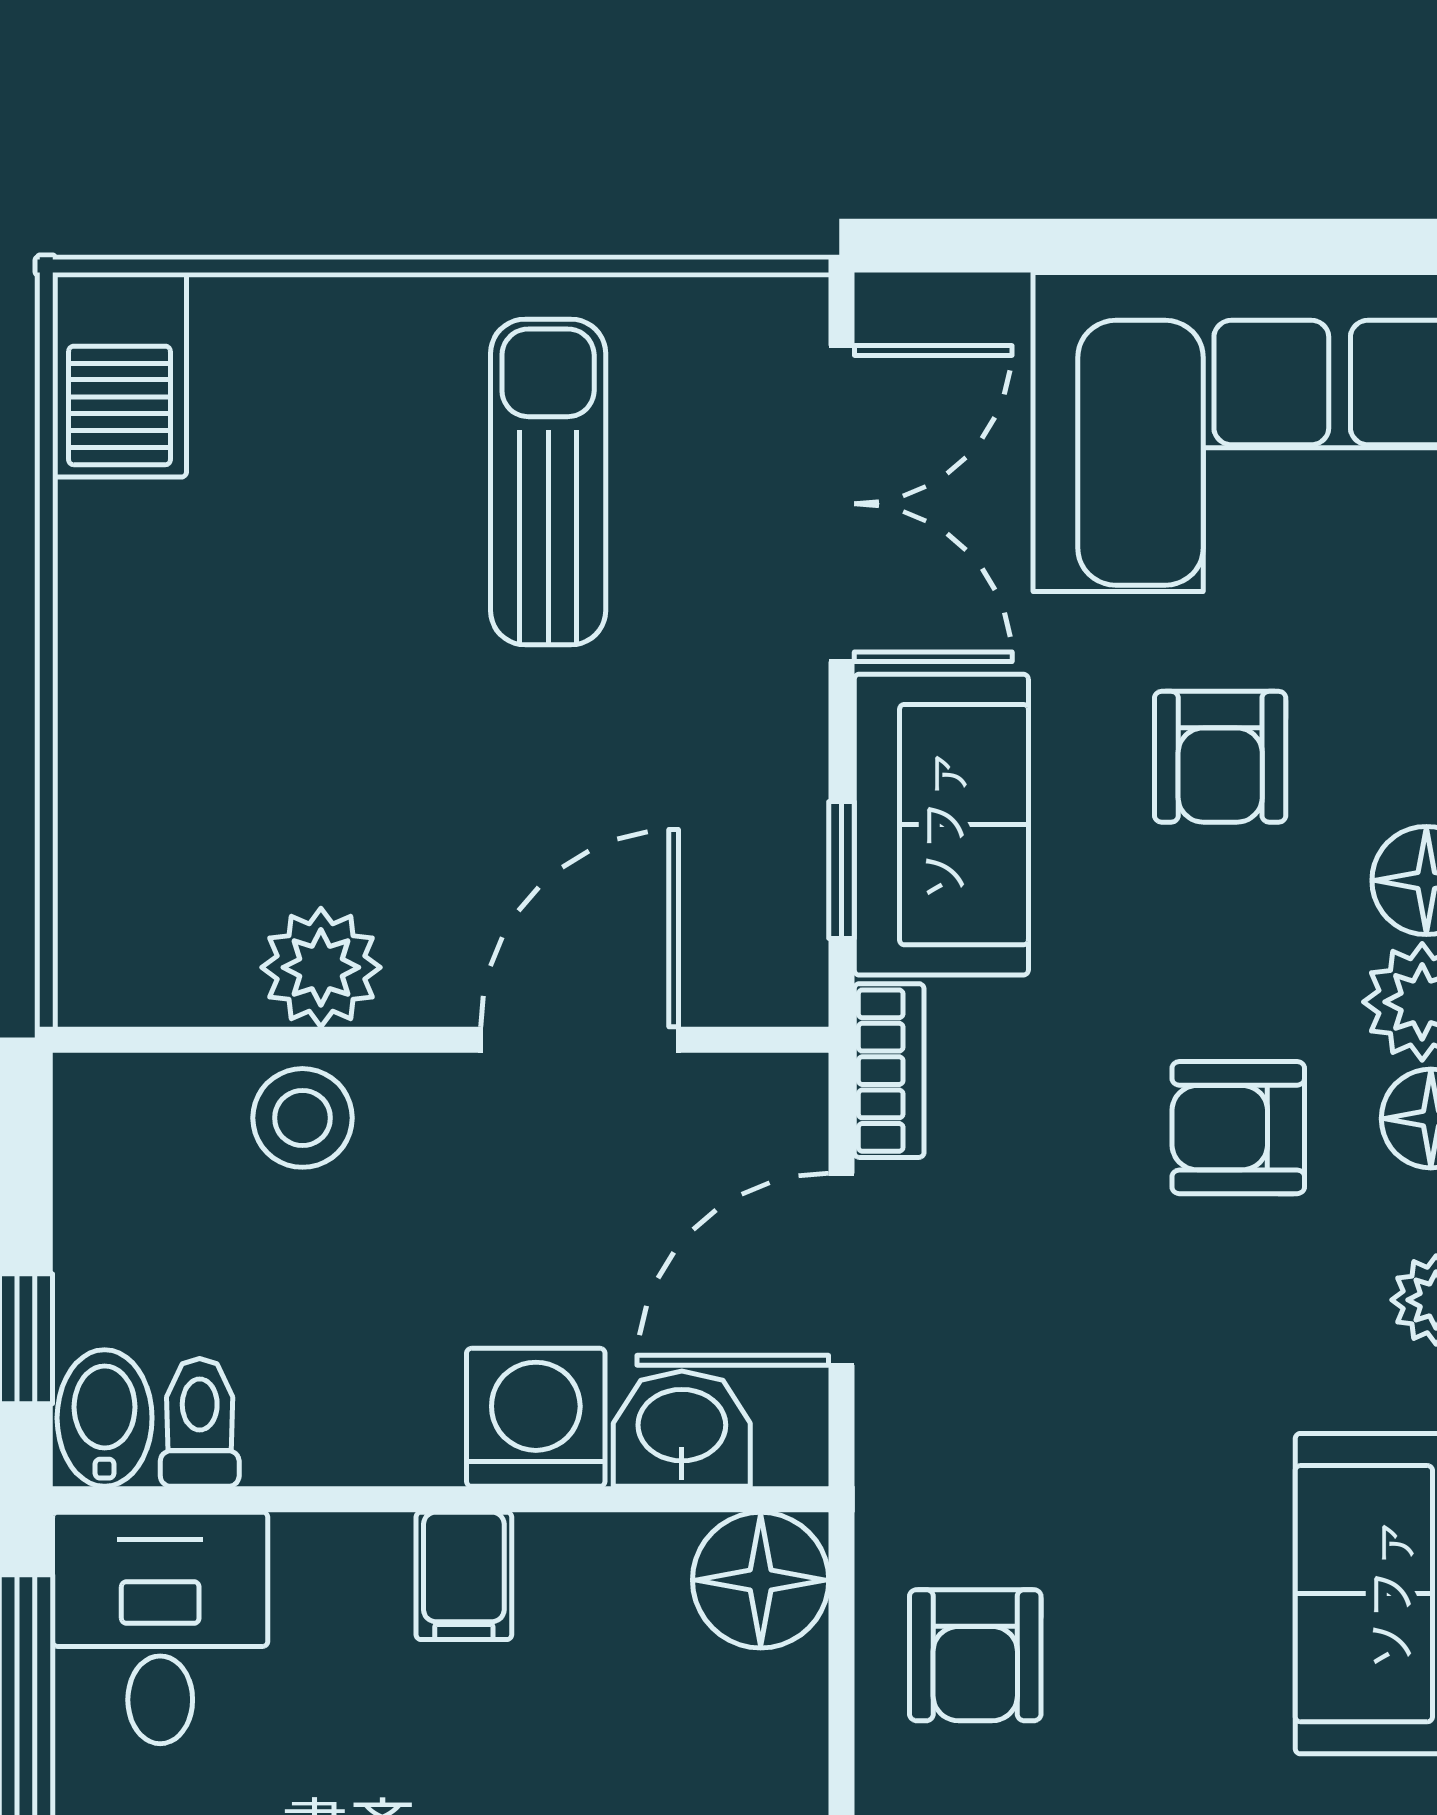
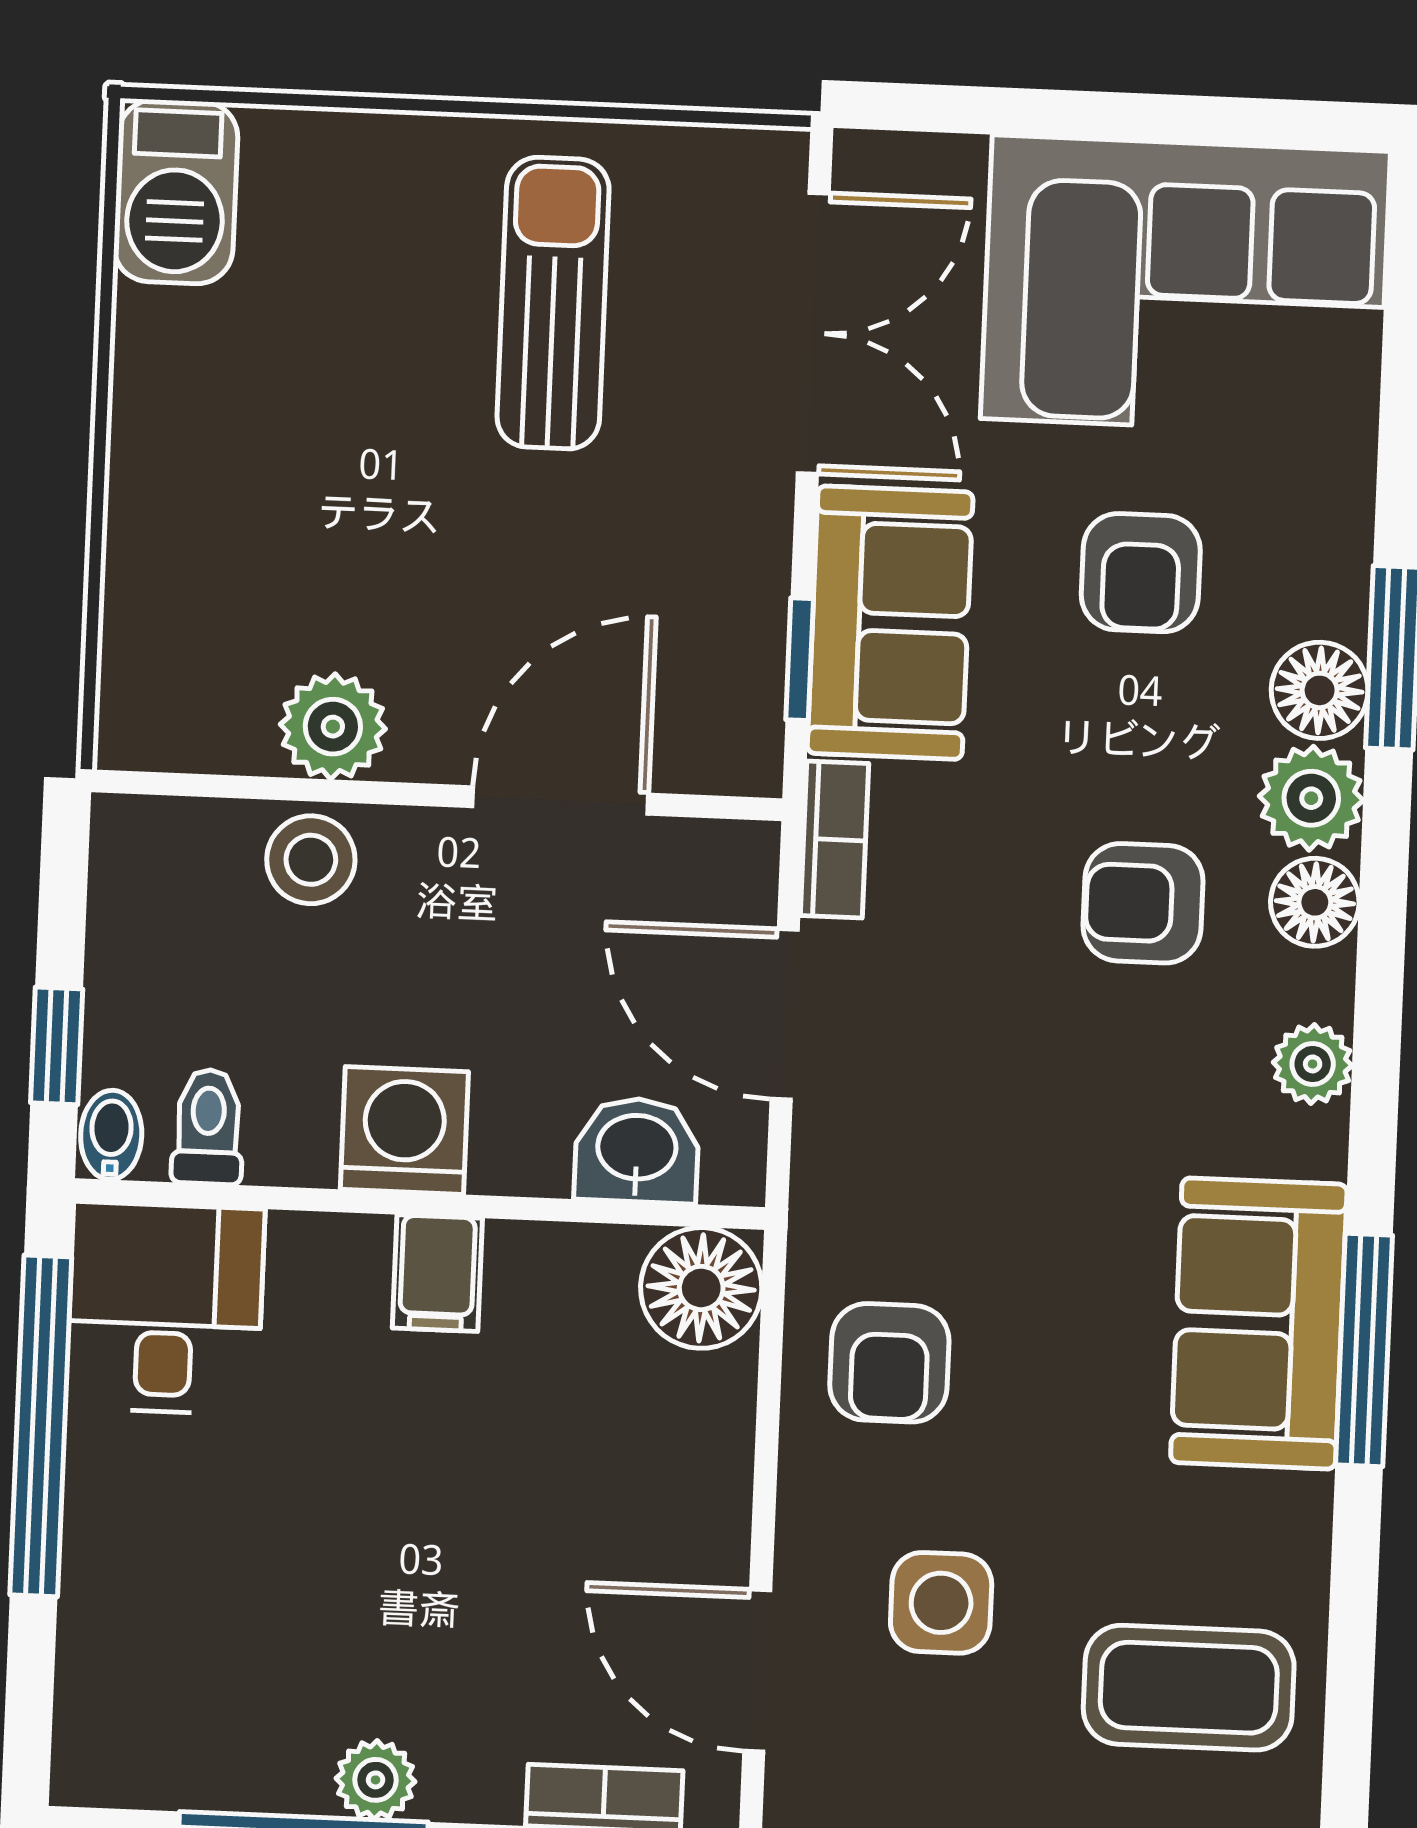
door: (841, 1269) -> (785, 1014), hinge flipped
washing machine: (536, 1417) -> (404, 1130), moved
bidet: (105, 1418) -> (111, 1135), width x0.72, depth x0.74

